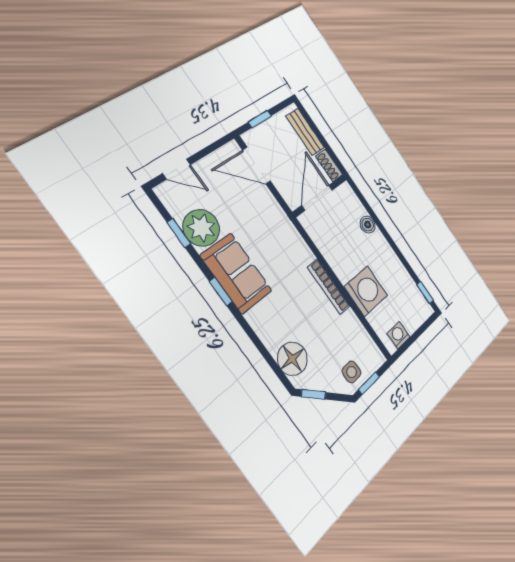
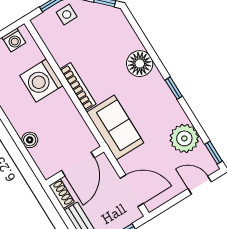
window: (179, 233) -> (214, 153), moved
sofa: (236, 273) -> (115, 127), moved, turned 180
floor lamp: (292, 359) -> (140, 64), moved

